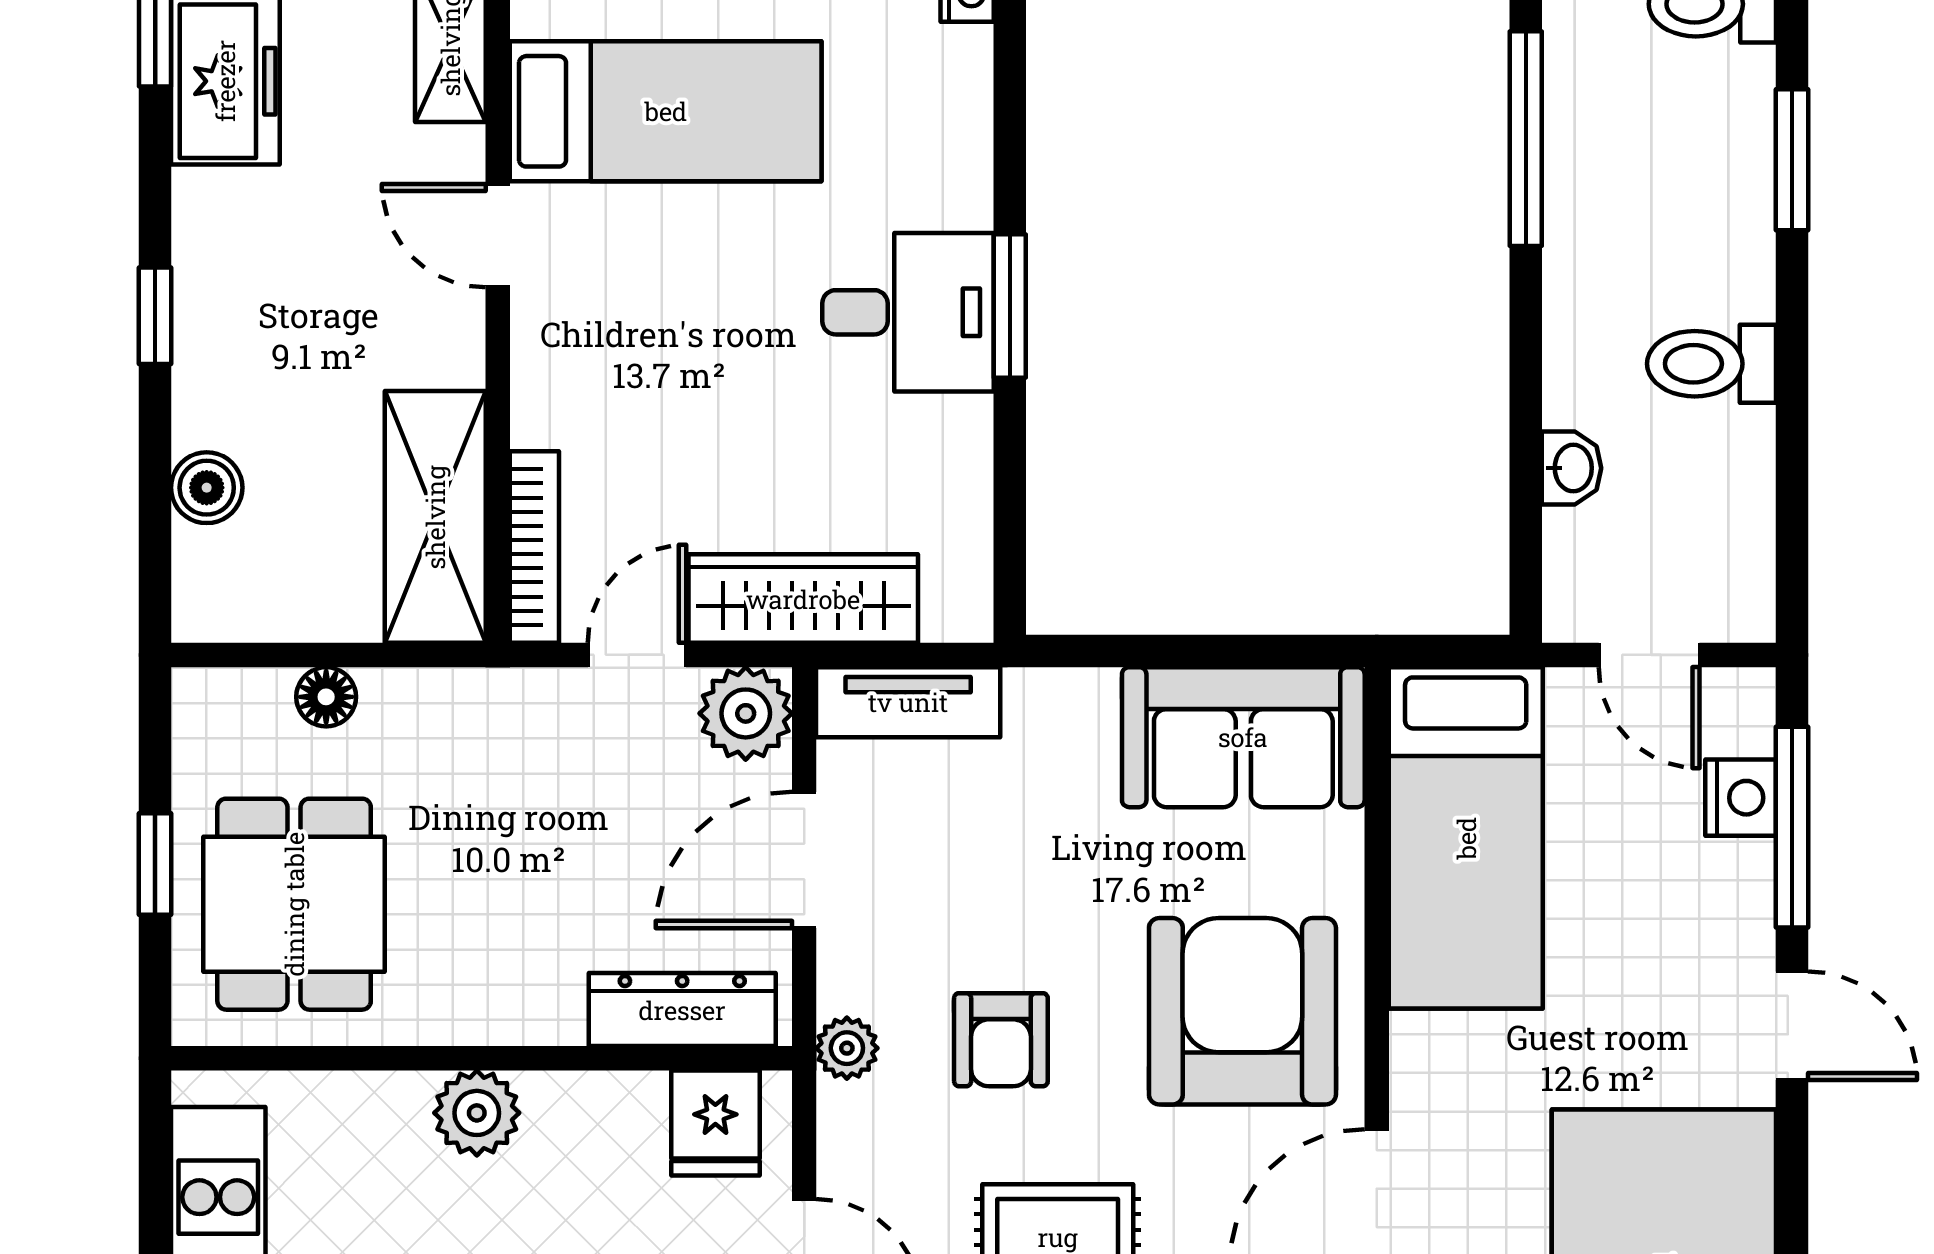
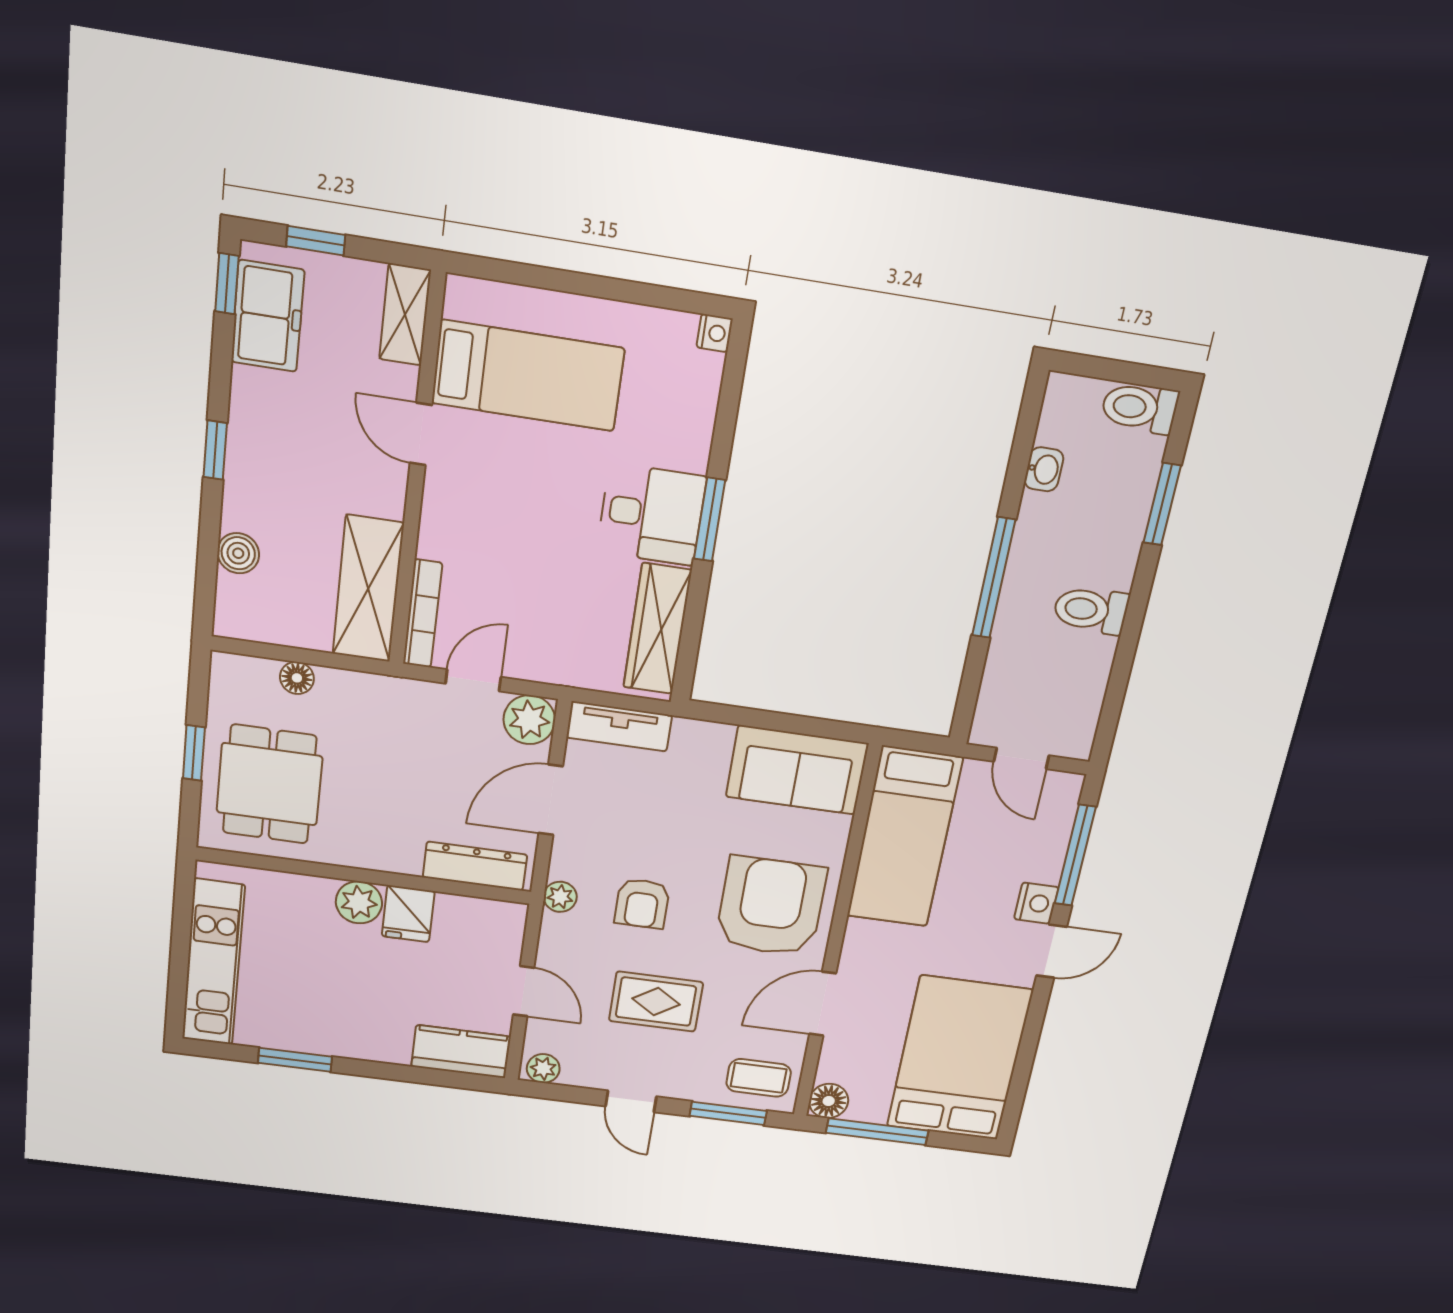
window: (1526, 139) -> (994, 578), moved
washbasin: (1572, 468) -> (1044, 469), moved
wardrobe: (803, 599) -> (657, 629), moved, turned -90
nightstand: (1741, 798) -> (1036, 903), moved
door: (1792, 1026) -> (1051, 951), hinge flipped
fridge: (715, 1123) -> (408, 914), moved

